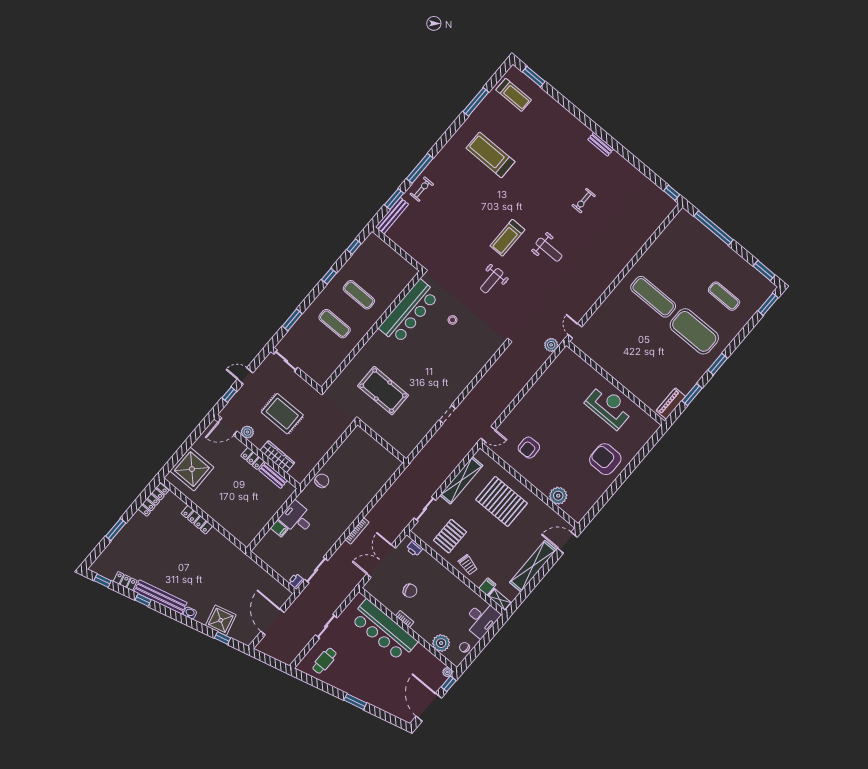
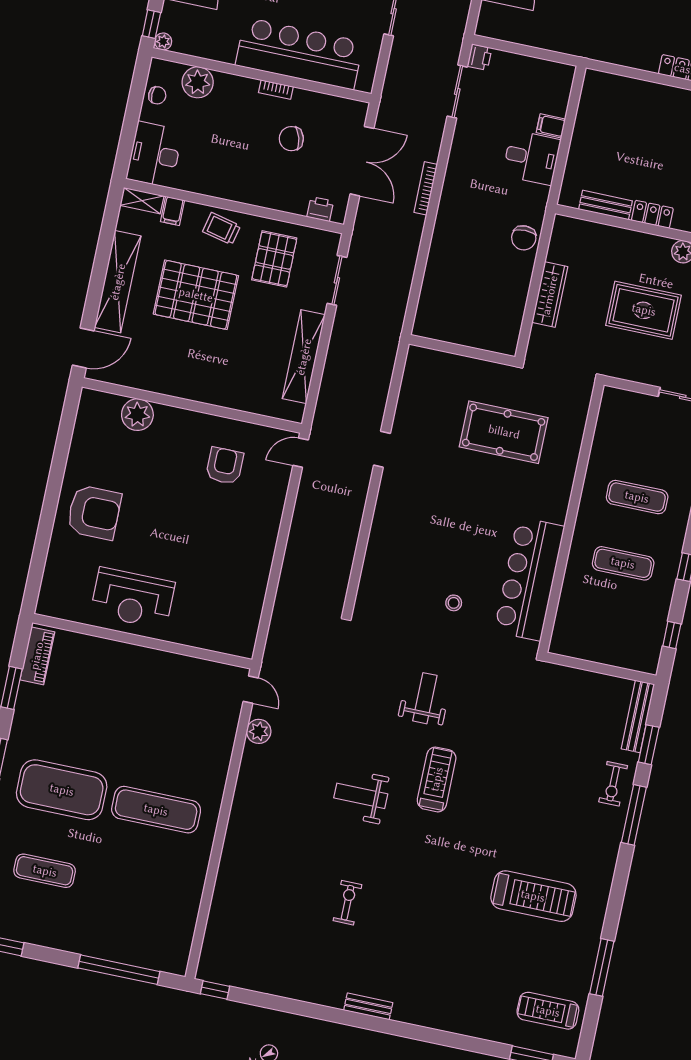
plant: (551, 345) -> (259, 731), moved
wardrobe: (277, 457) -> (550, 295), moved, turned -90
pallet: (502, 501) -> (196, 295), moved

